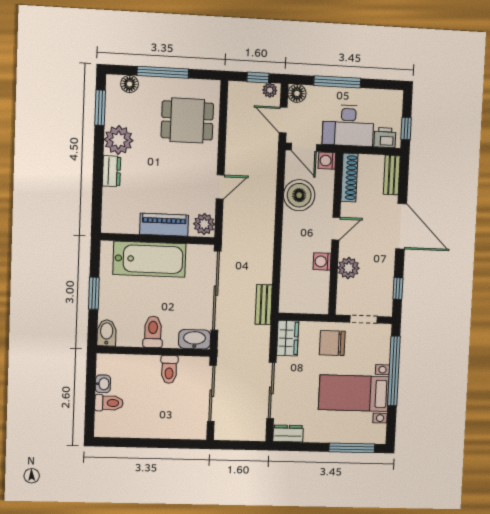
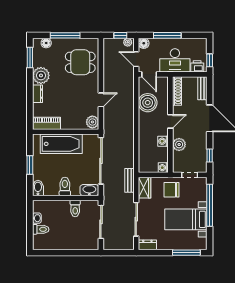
washing machine: (327, 161) -> (163, 168), moved
piano: (164, 225) -> (46, 123), moved
bench: (264, 304) -> (129, 180), moved

